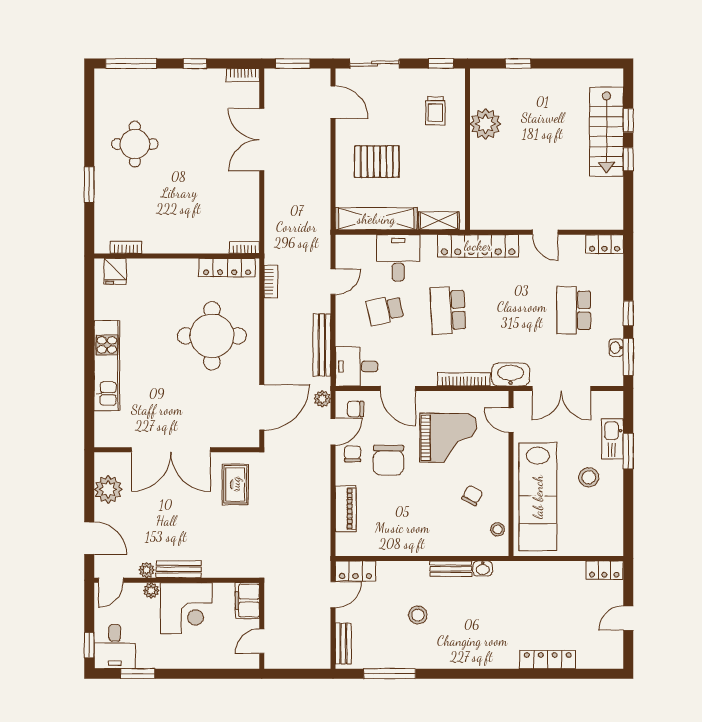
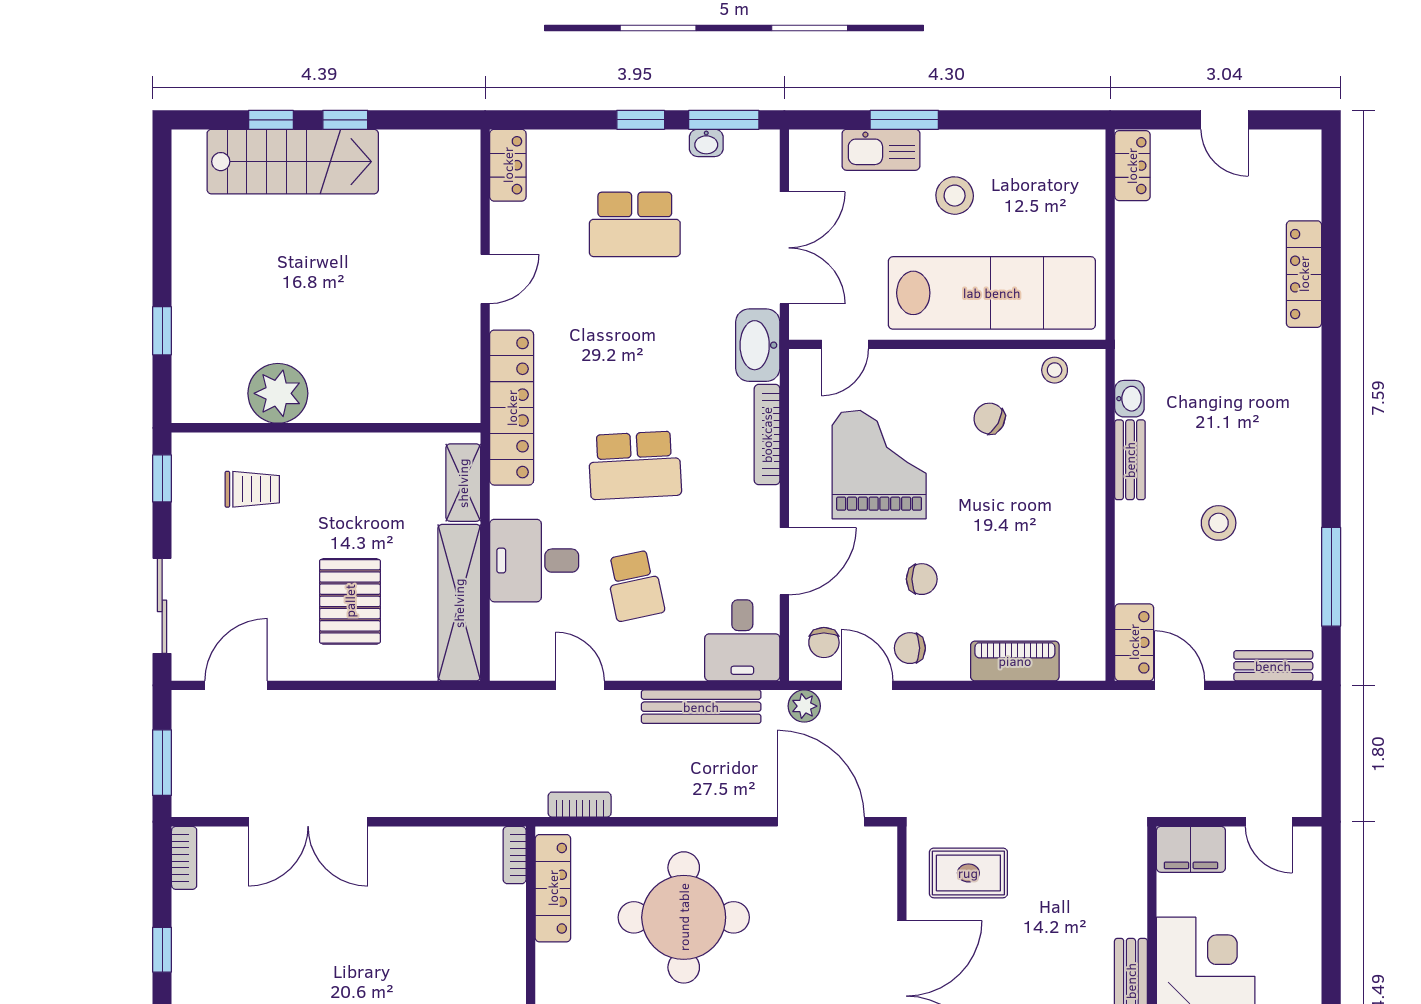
chair: (388, 460) -> (922, 579), width x0.54, depth x0.54

